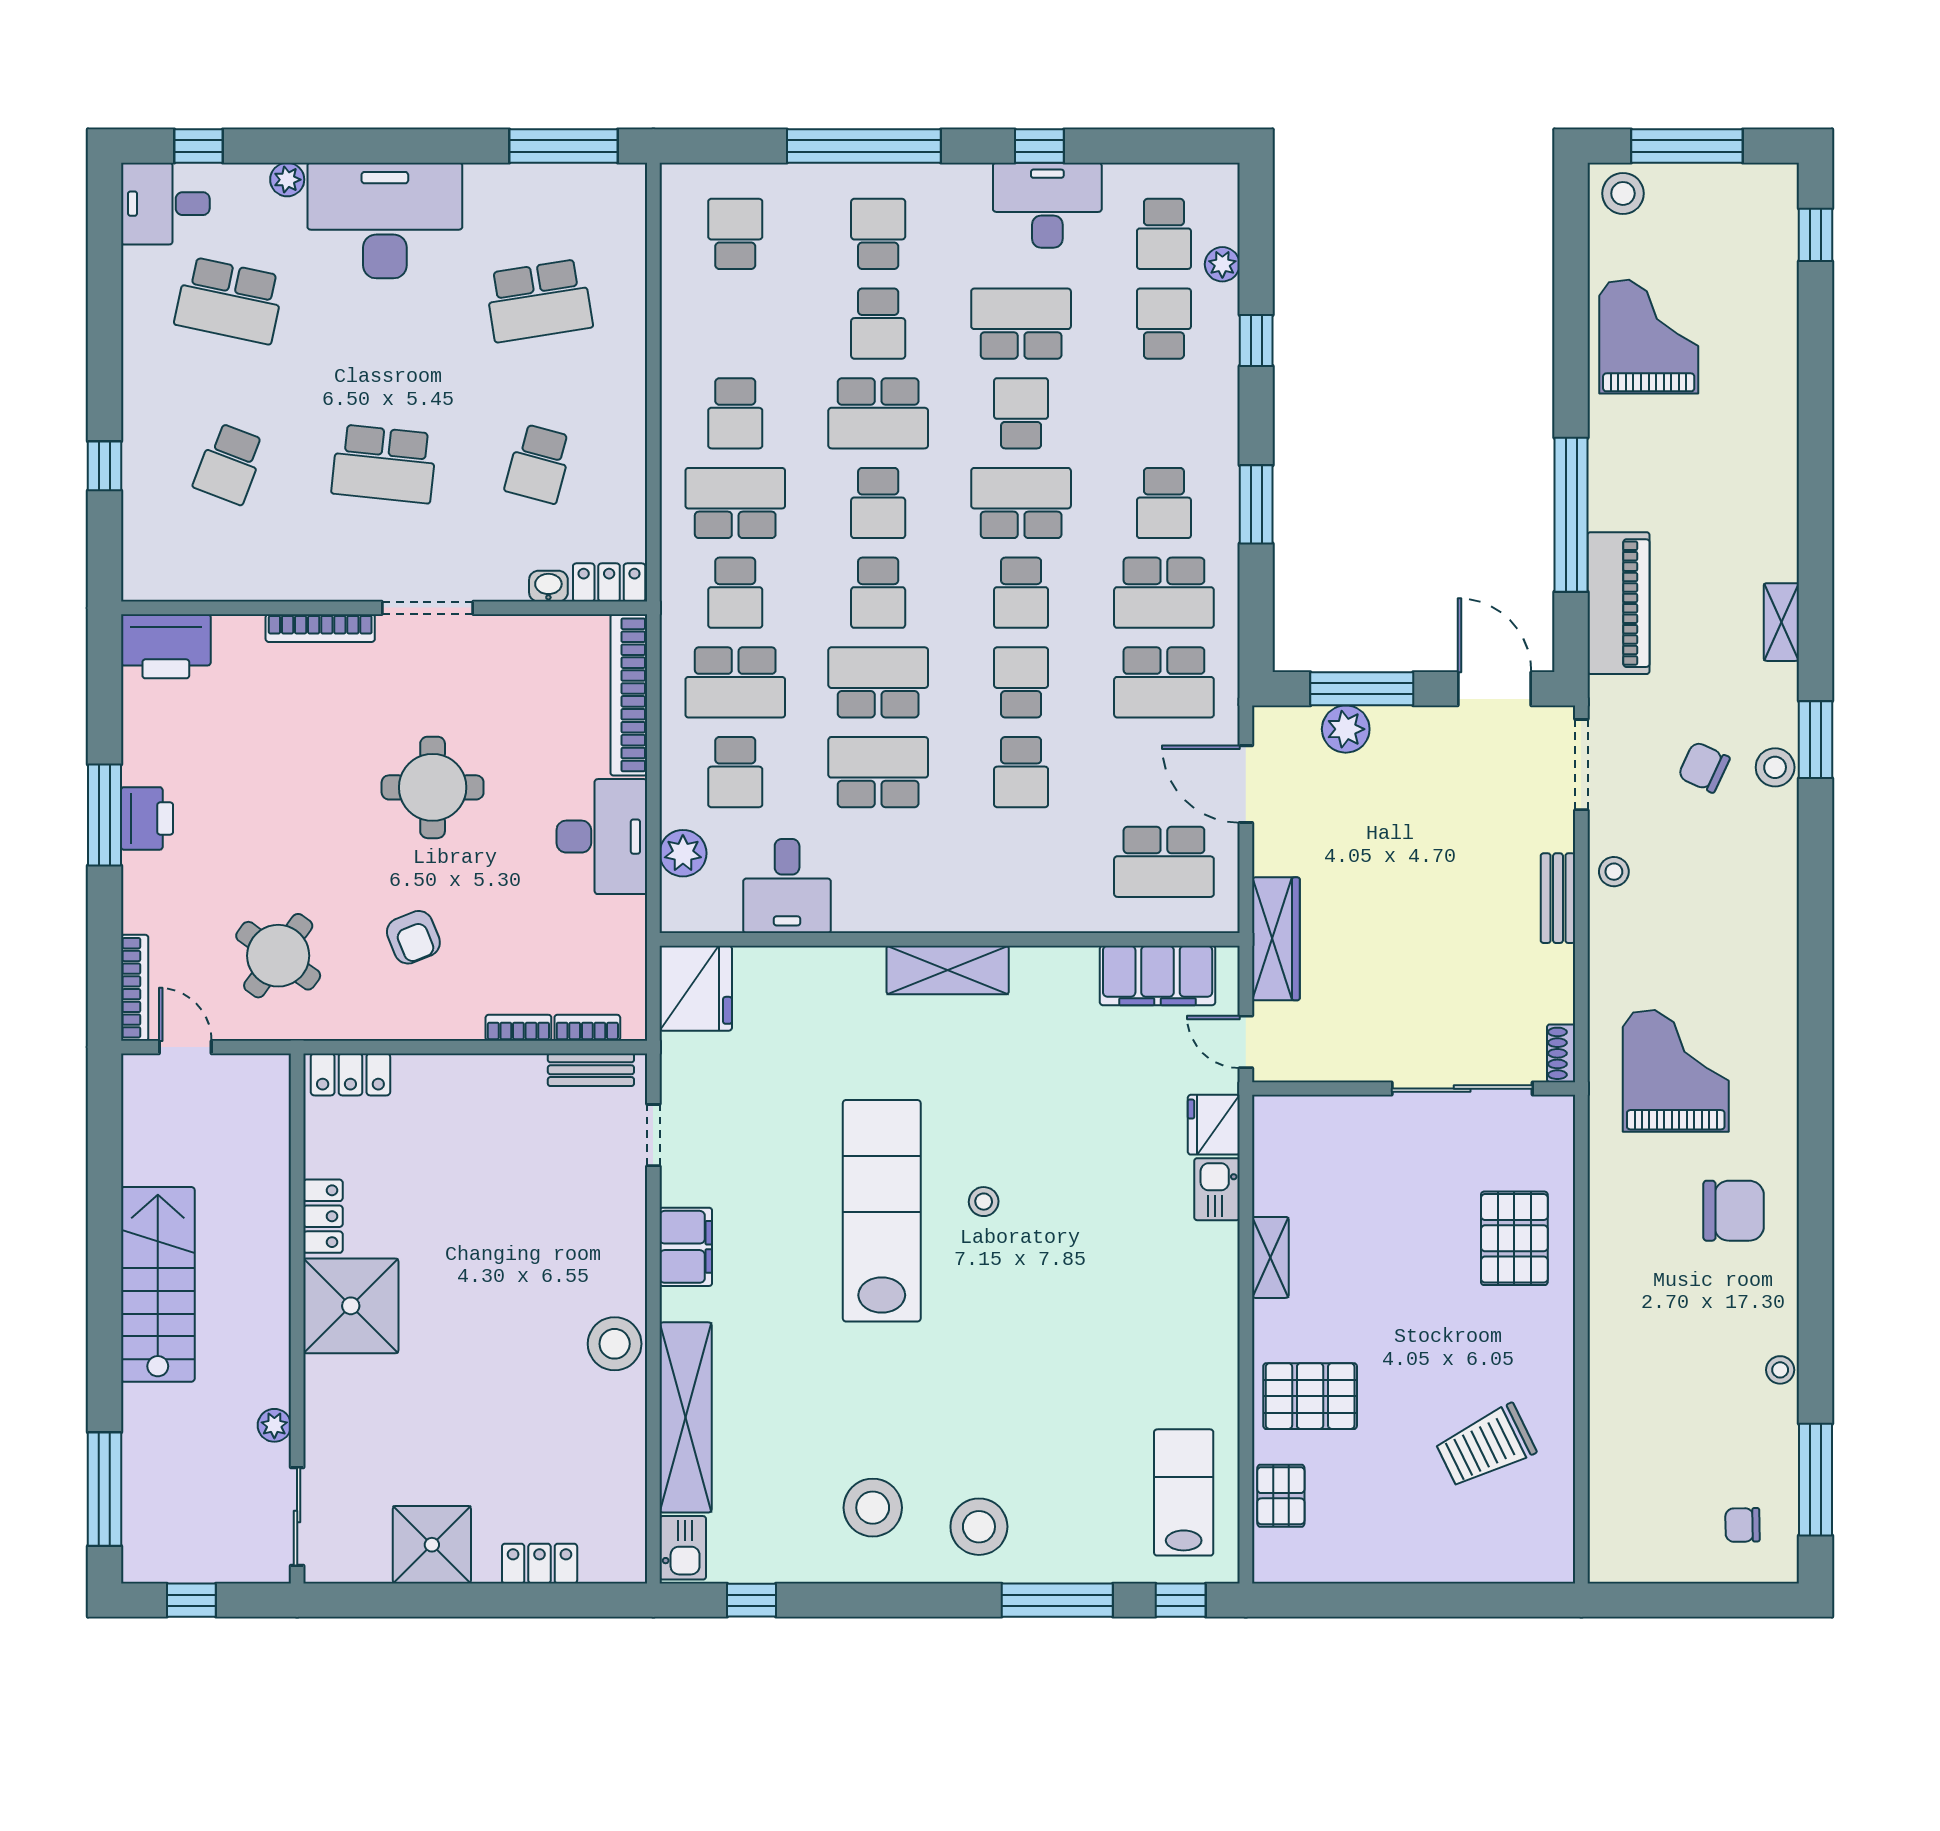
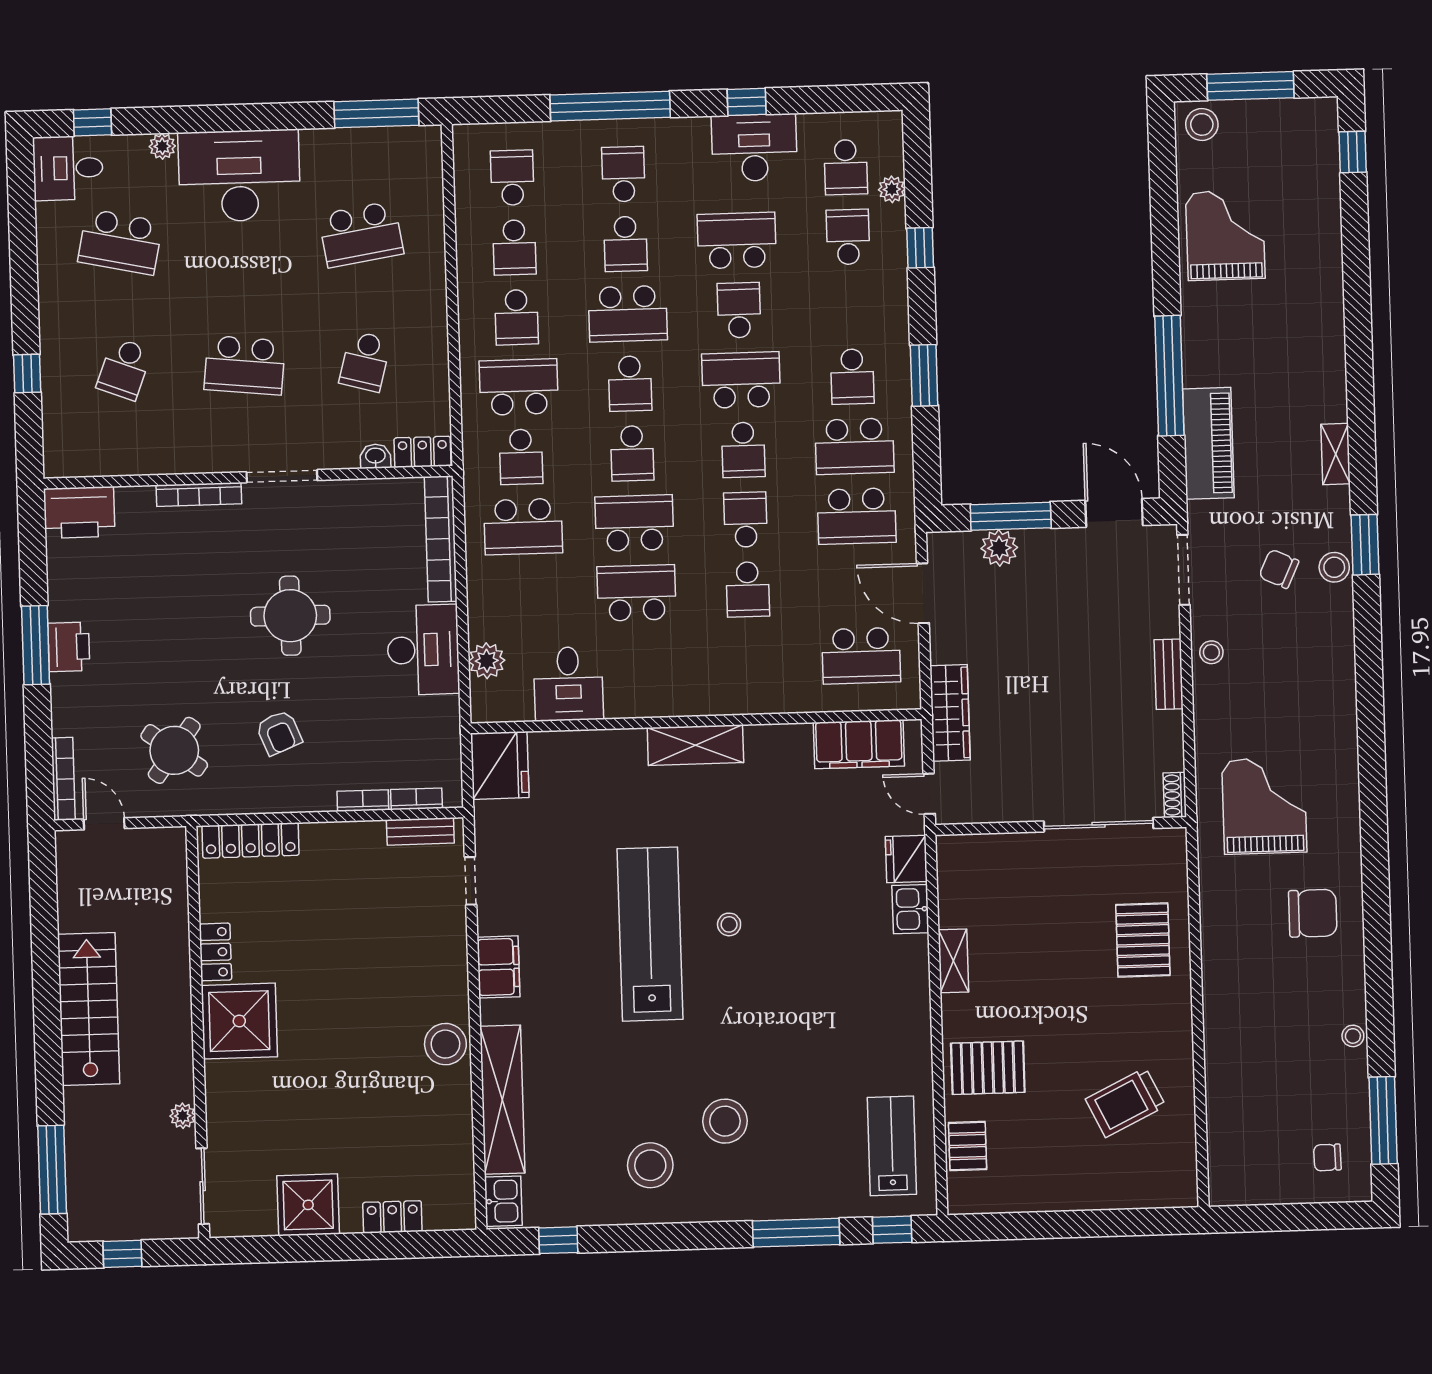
school desk: (735, 772) -> (514, 247), moved
locker: (350, 1074) -> (250, 840), width x1.53
stool: (979, 1527) -> (725, 1121), moved

